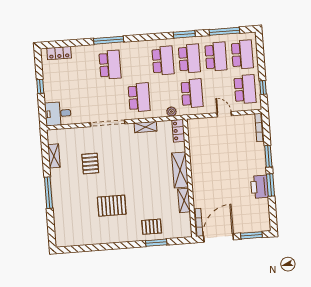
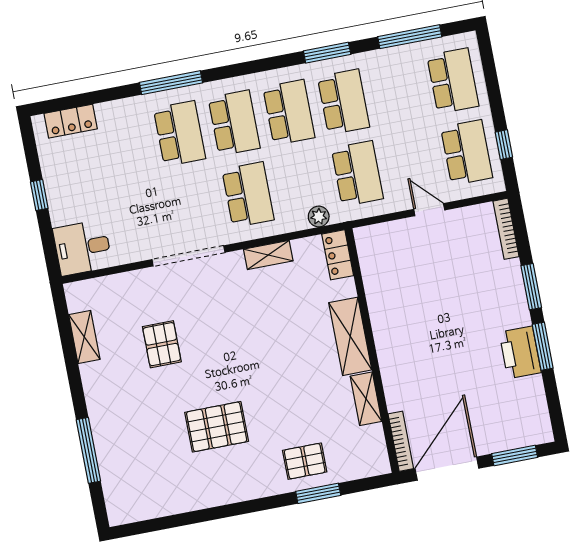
school desk: (216, 57) -> (234, 123), moved
window: (48, 193) -> (88, 450), moved

